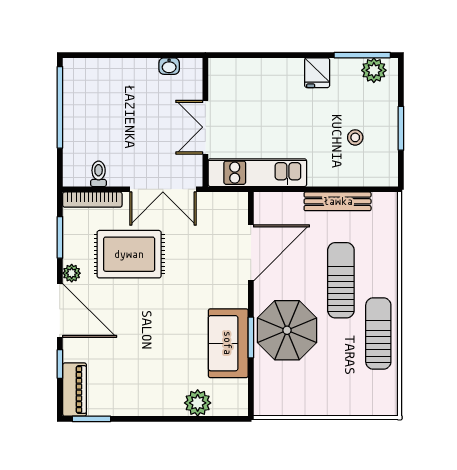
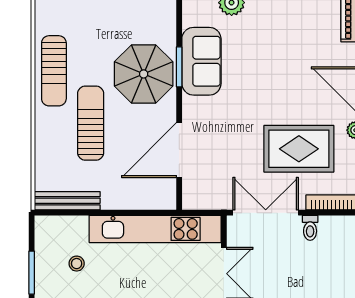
kitchen unit: (257, 173) -> (155, 229), width x1.36
toilet: (99, 174) -> (310, 228), moved
bench: (338, 201) -> (67, 201), moved
sun lounger: (341, 280) -> (91, 123), turned 180

